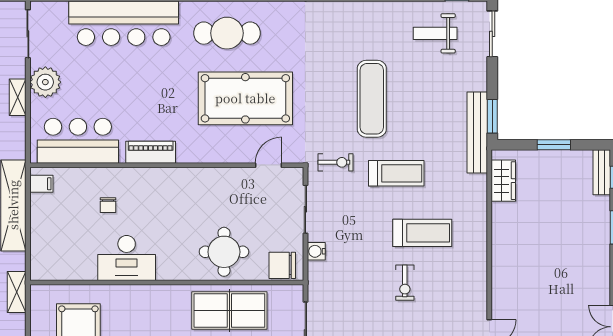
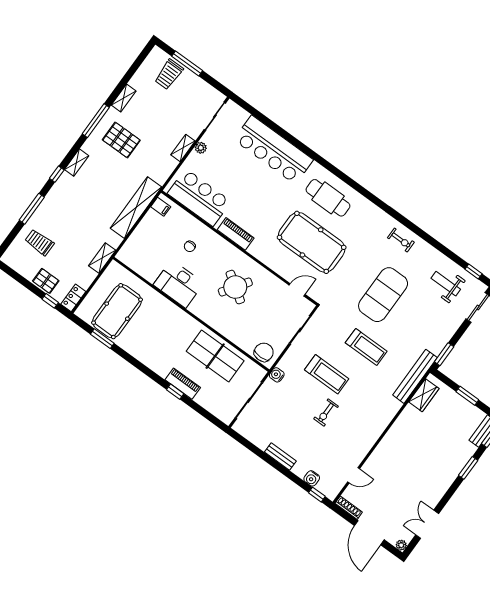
plant: (45, 82) -> (201, 148), width x0.53, depth x0.53
exercise mat: (372, 99) -> (383, 295), width x1.47
bench: (477, 133) -> (415, 376), moved
exercise bike: (336, 162) -> (401, 240), moved
treadmill: (422, 233) -> (327, 374), moved
water cooler: (316, 251) -> (277, 375), moved
round table: (224, 252) -> (235, 287), moved, turned 34
chair: (282, 265) -> (264, 352), turned 90

